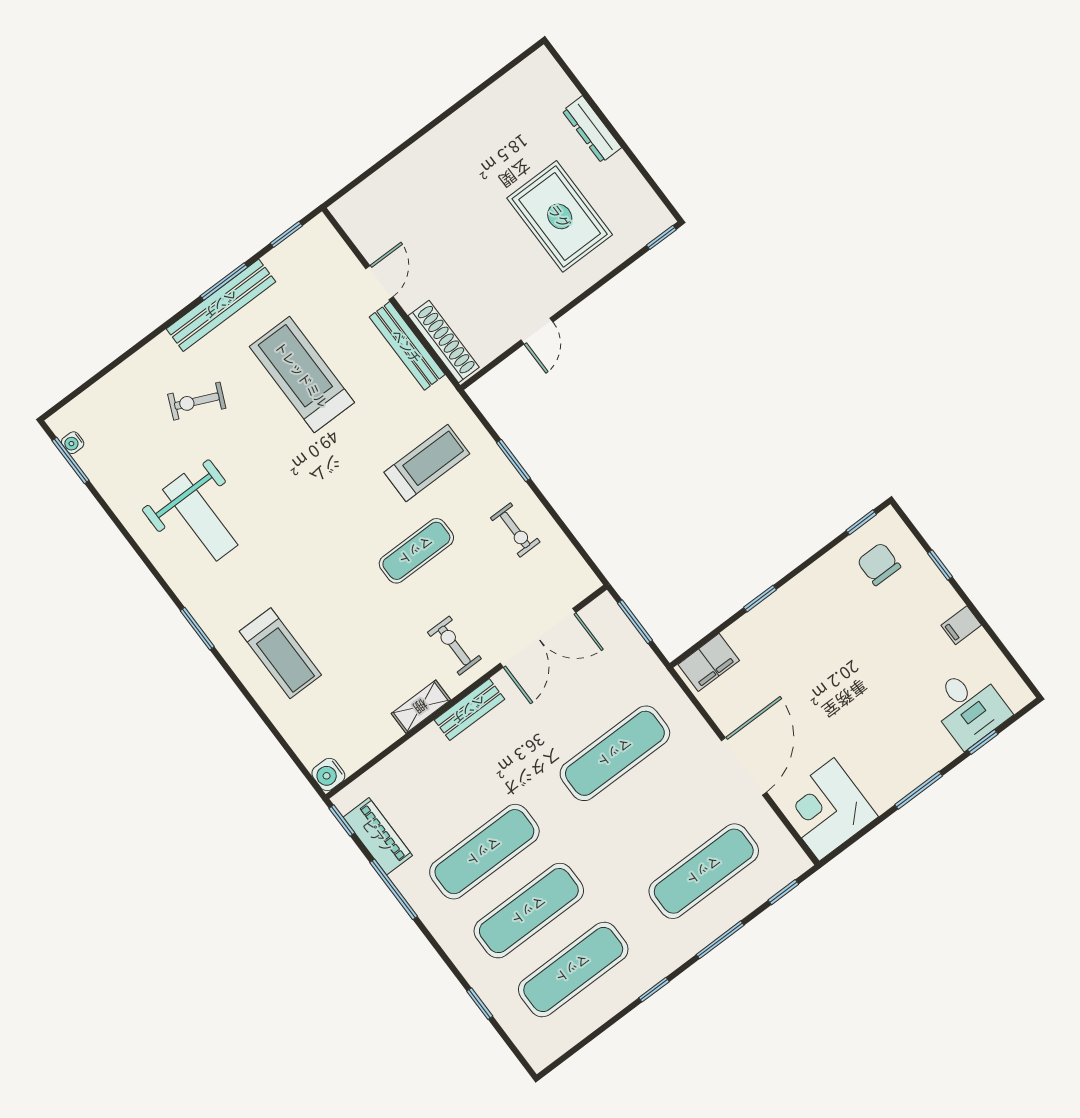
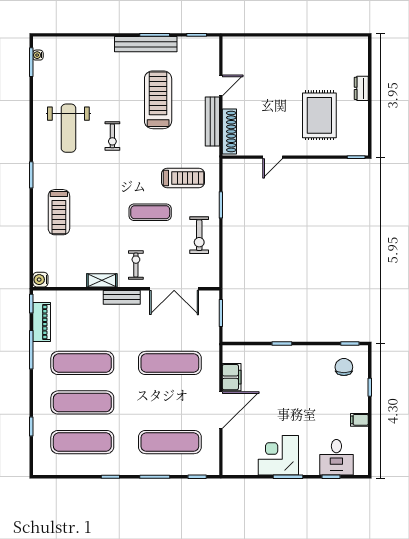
dresser: (592, 129) -> (361, 88), width x0.70
exercise bike: (197, 401) -> (112, 136), moved, turned -114
exercise bike: (515, 530) -> (199, 235), width x1.38, depth x1.39
filing cabinet: (709, 662) -> (232, 377), moved, turned -90
corner desk: (827, 809) -> (278, 455), moved

